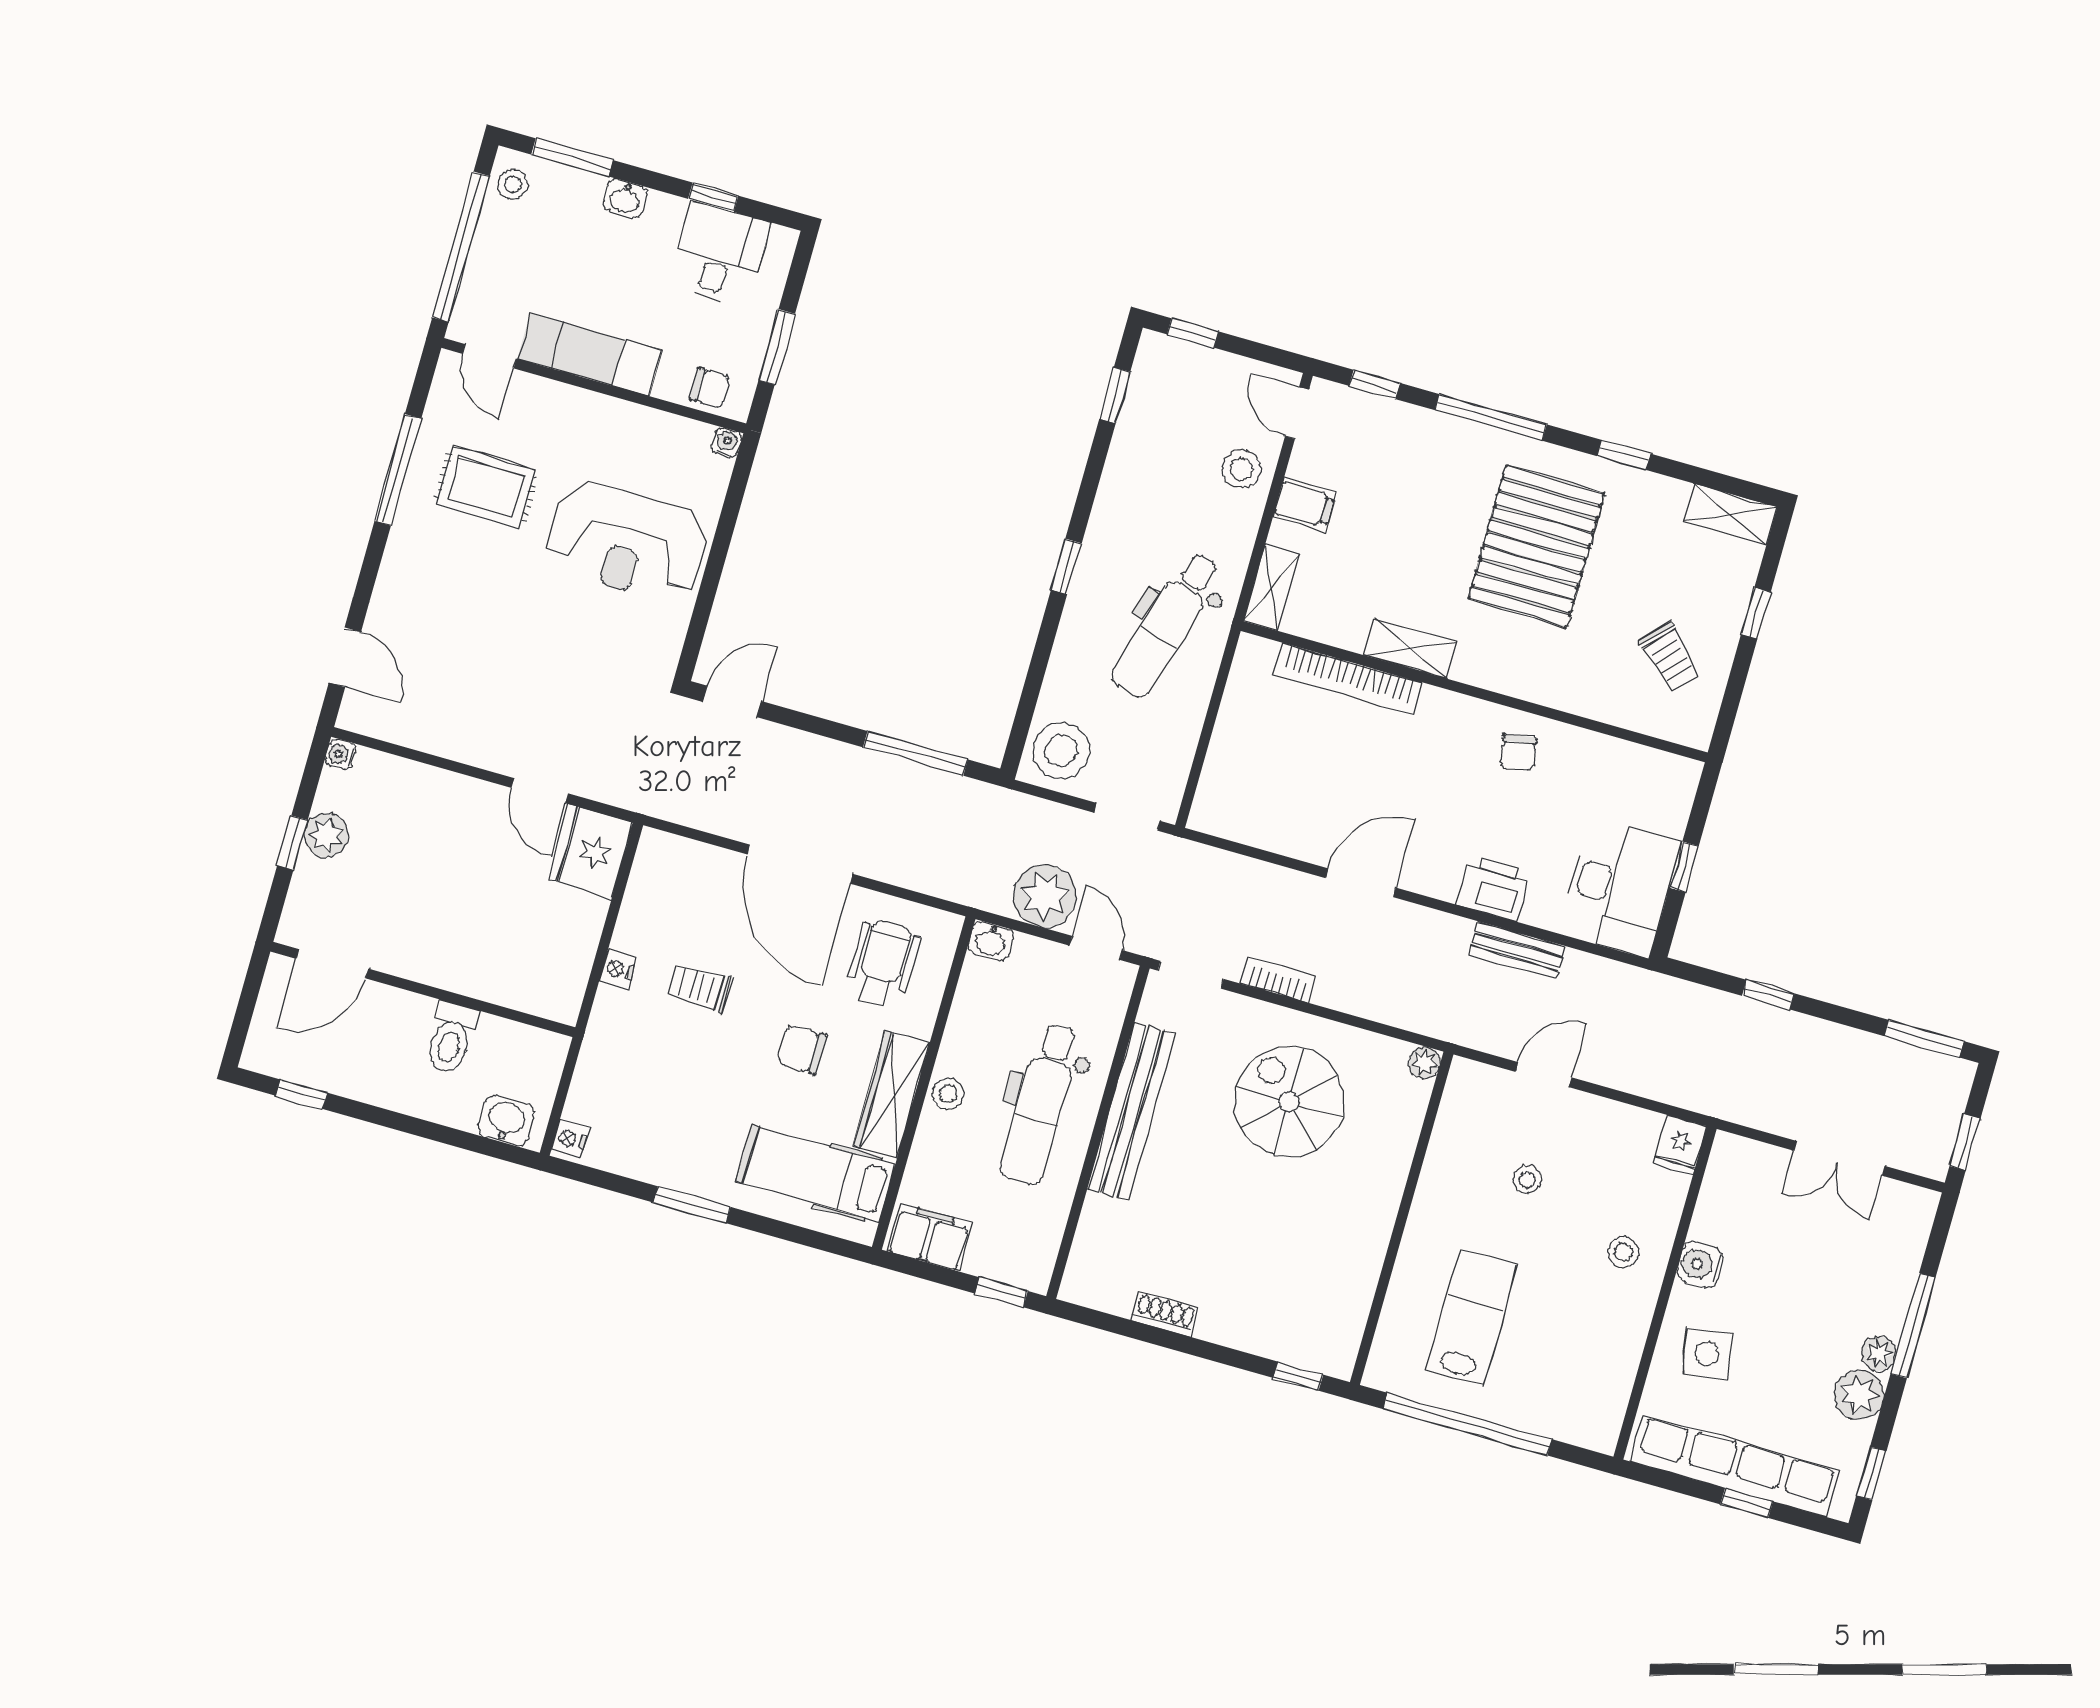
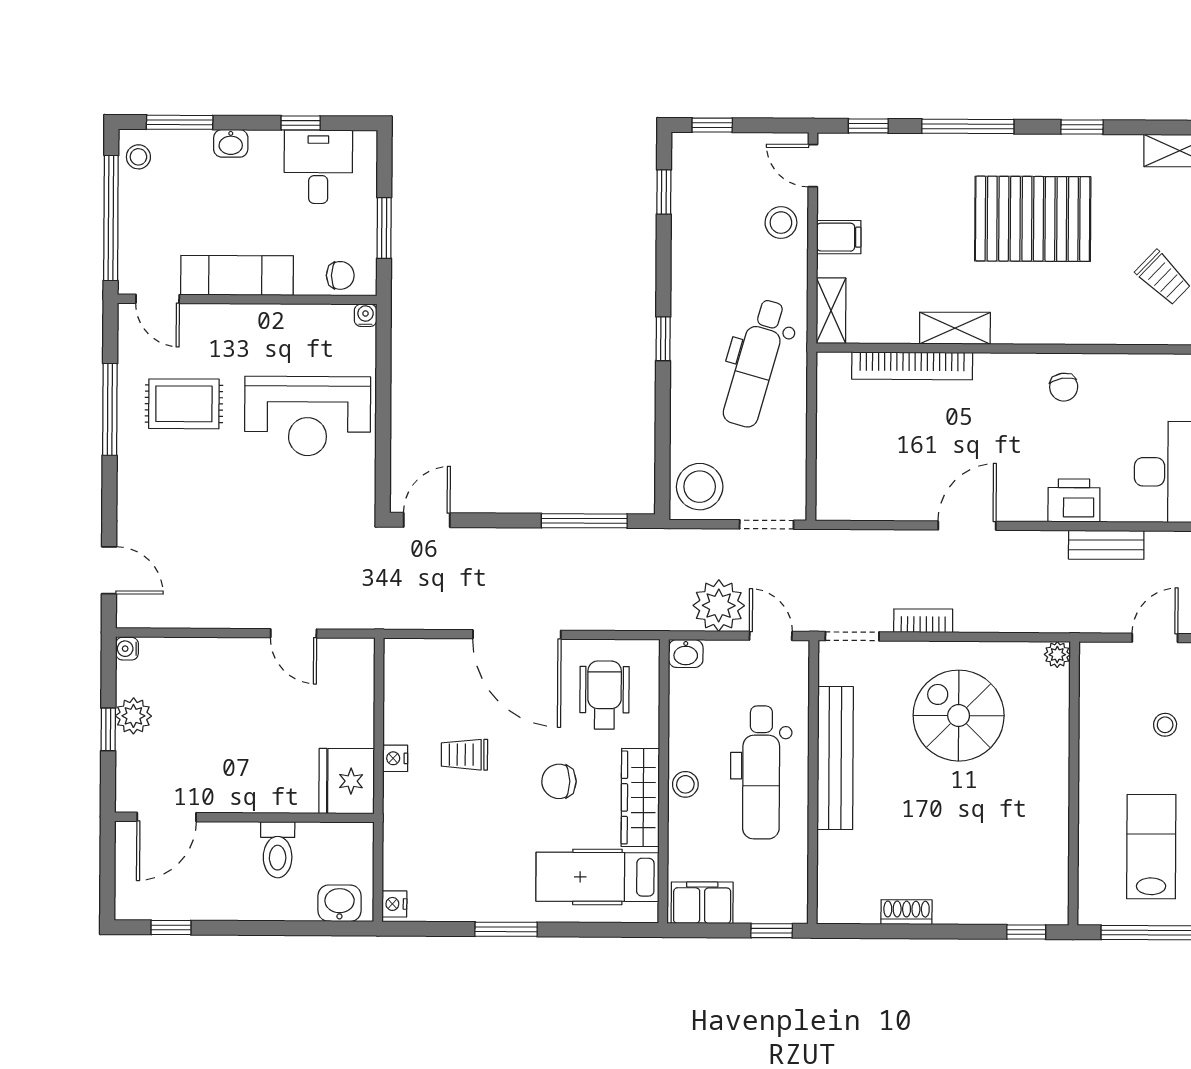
pallet: (1536, 546) -> (1033, 219), turned 90
fridge: (590, 851) -> (347, 781), moved

